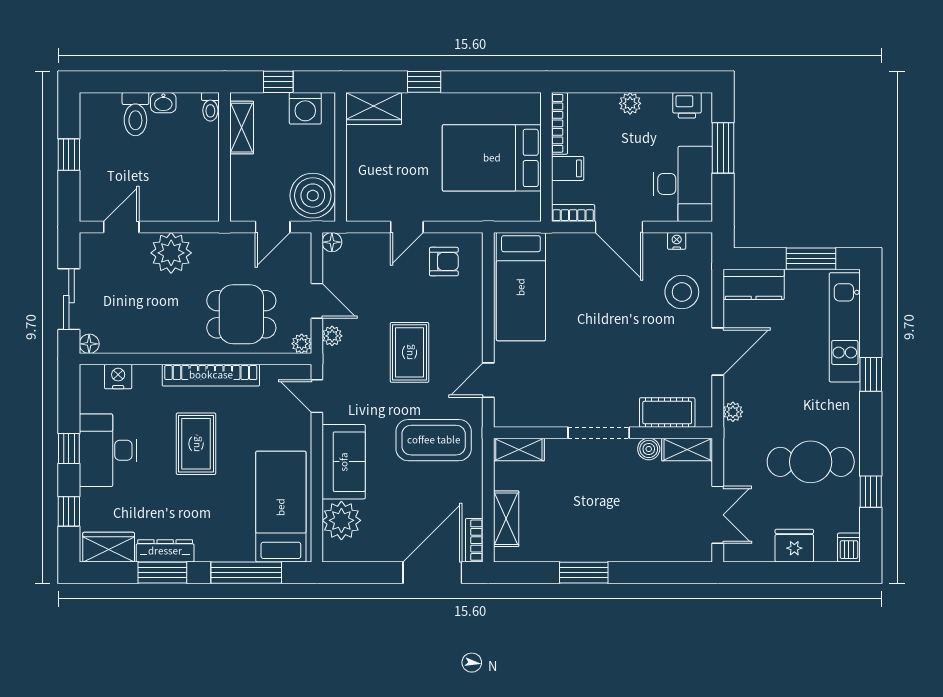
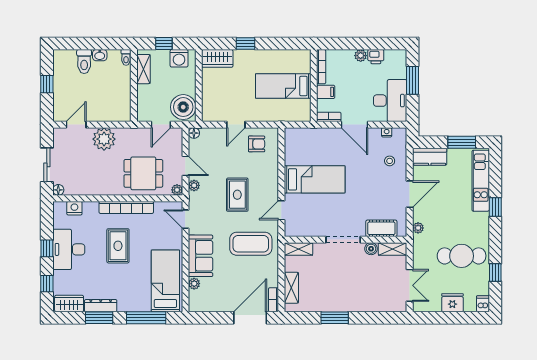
printer: (687, 105) -> (376, 57), moved
bed: (492, 158) -> (283, 86), width x0.67
bed: (521, 287) -> (315, 179), moved, turned -90
stool: (682, 292) -> (390, 161), width x0.53, depth x0.53
plant: (341, 520) -> (194, 284), width x0.53, depth x0.53

